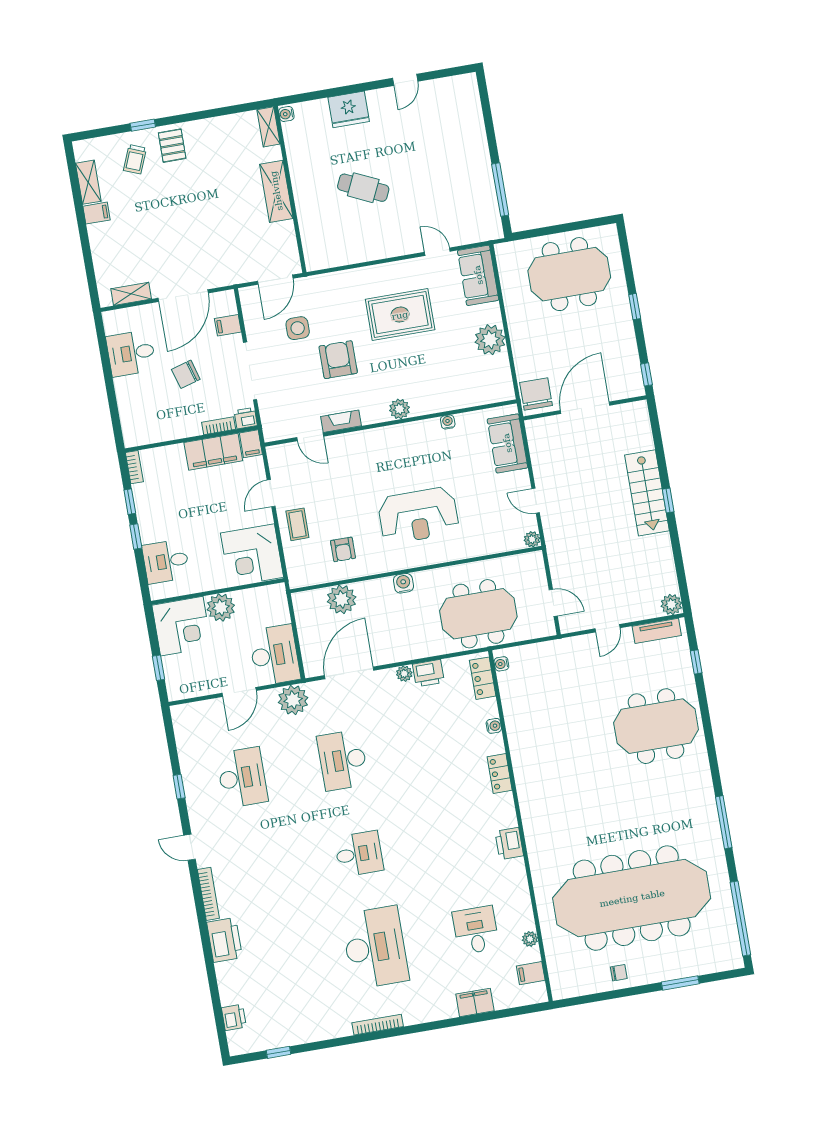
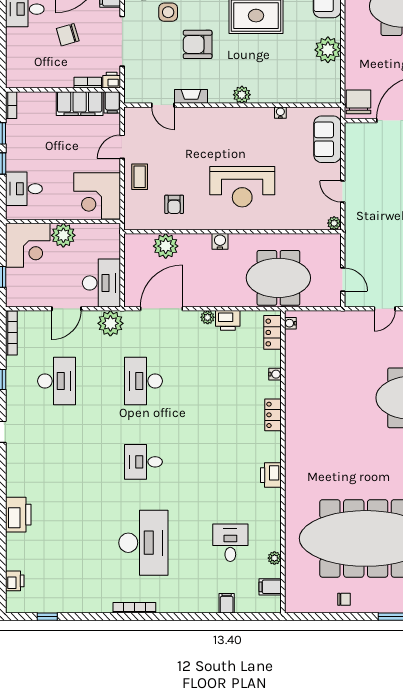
armchair: (338, 360) -> (198, 44), turned -90
desk: (359, 854) -> (143, 462), turned 180
bookcase: (208, 894) -> (11, 333), moved
filing cabinet: (475, 1002) -> (227, 603), width x0.50

